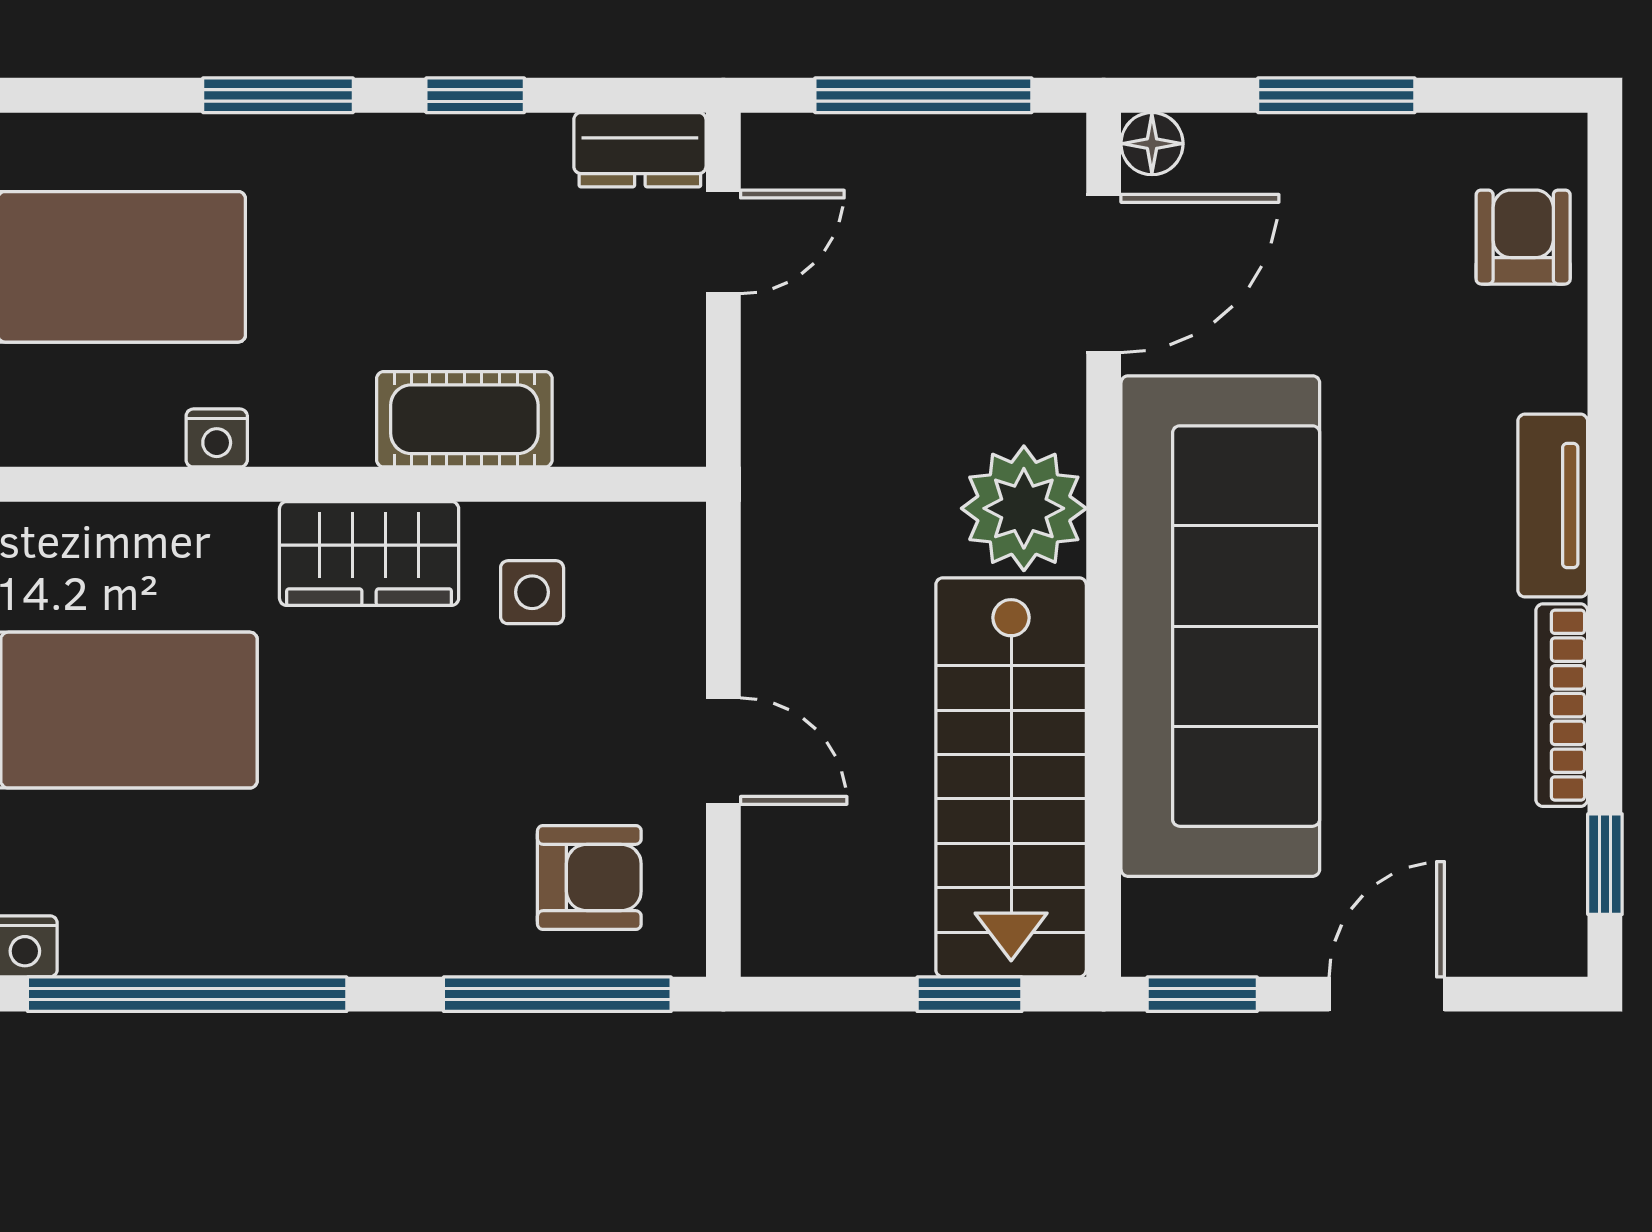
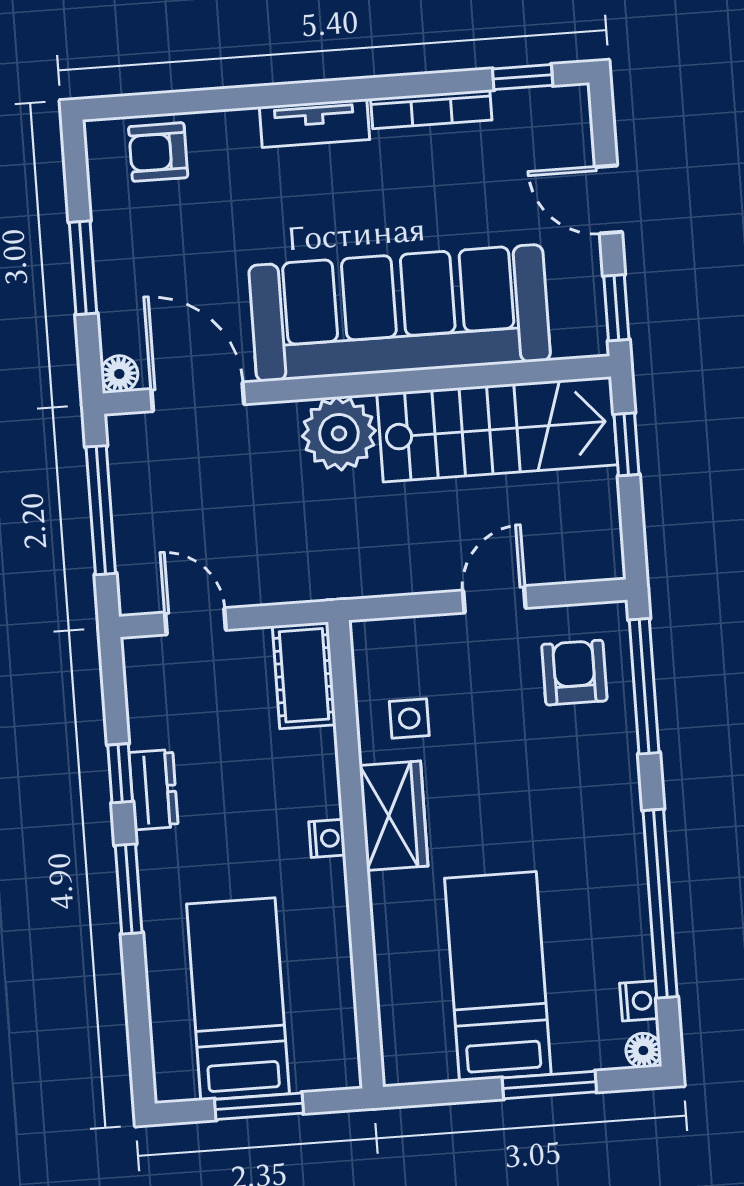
dresser: (640, 150) -> (153, 790), moved
cot: (464, 419) -> (304, 675), moved
nightstand: (217, 438) -> (327, 838), moved

